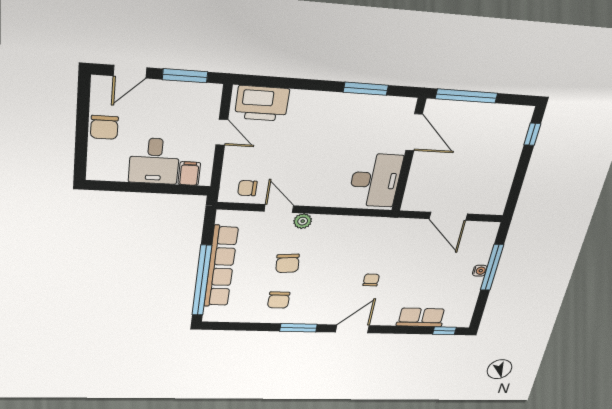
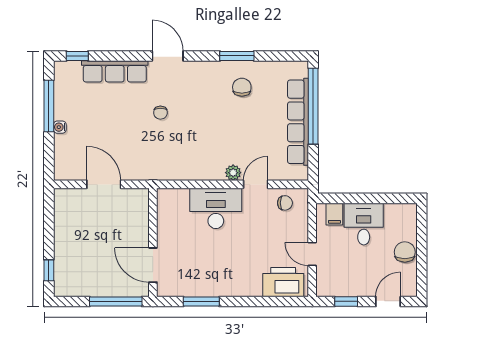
window: (185, 76) -> (346, 301), width x0.67
desk: (375, 180) -> (216, 208), moved, turned 90
door: (279, 208) -> (256, 184), swing flipped
chair: (288, 263) -> (240, 128), removed
window: (492, 267) -> (49, 106), moved
row of seats: (421, 317) -> (115, 71), width x1.48
window: (298, 328) -> (237, 56), moved
door: (352, 329) -> (168, 56), swing flipped

